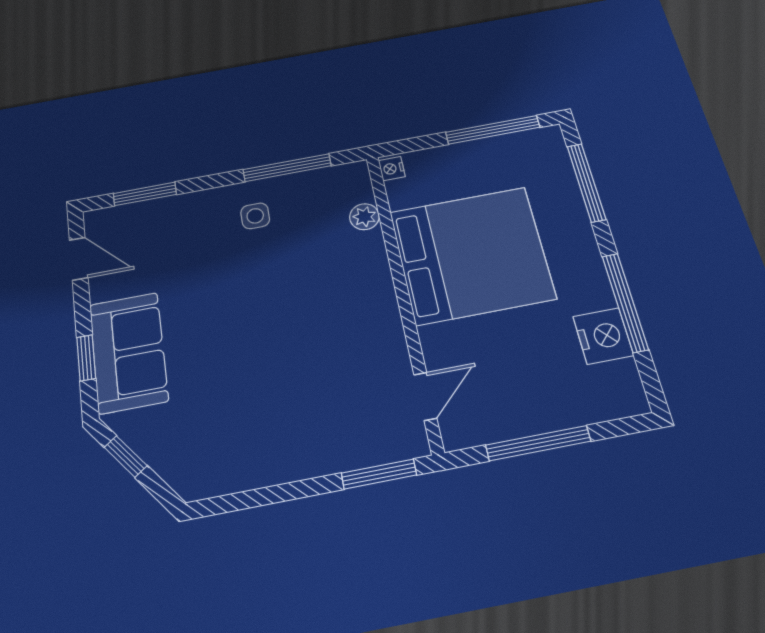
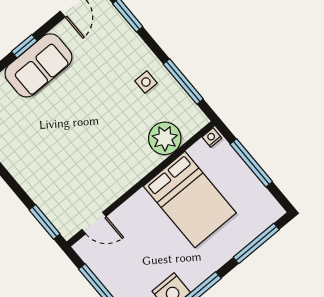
window: (493, 130) -> (251, 163), moved
plant: (364, 217) -> (165, 138), width x1.87, depth x1.87
bed: (472, 255) -> (190, 200), width x0.73

